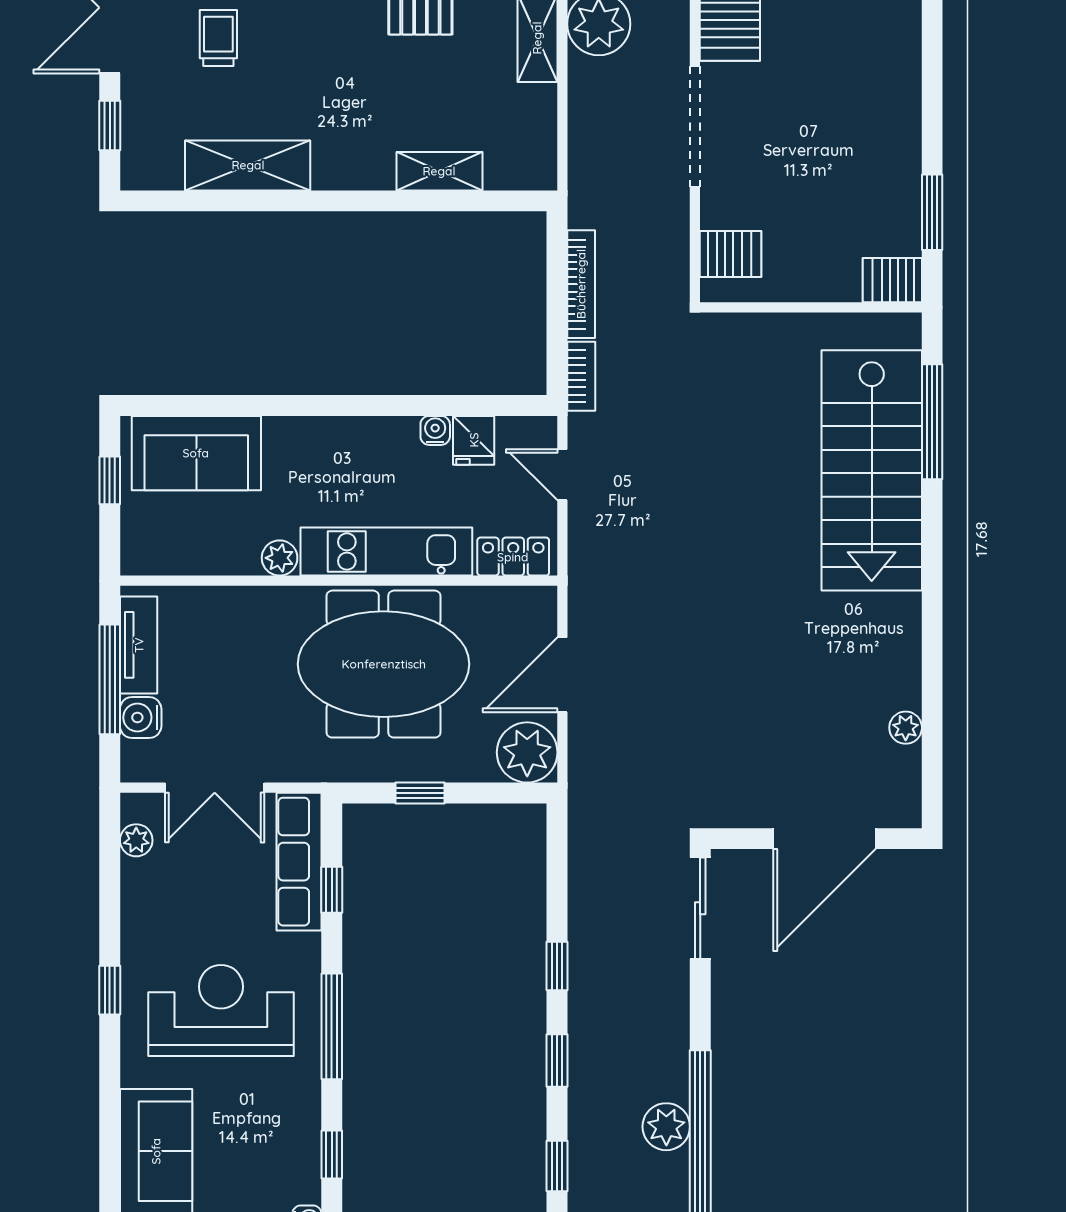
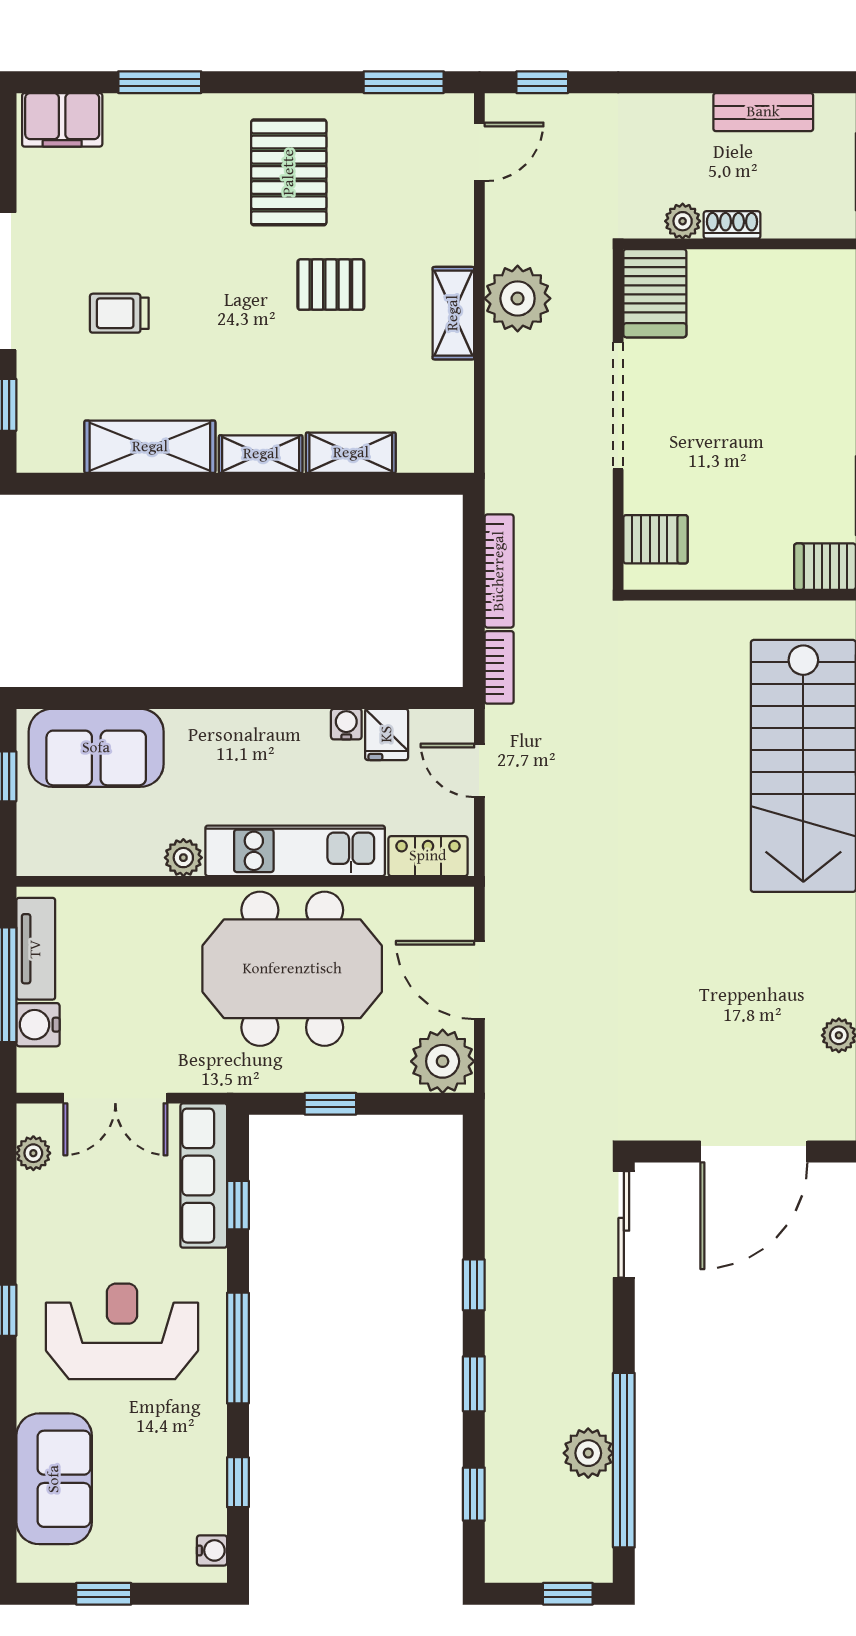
trolley: (218, 38) -> (119, 313), turned -90
shelving: (353, 173) -> (261, 454), added
door: (562, 675) -> (479, 980), hinge flipped

